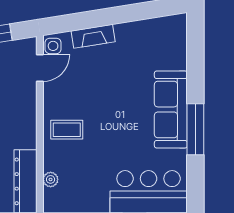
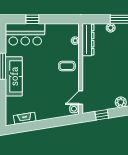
fireplace: (93, 36) -> (25, 118), moved

